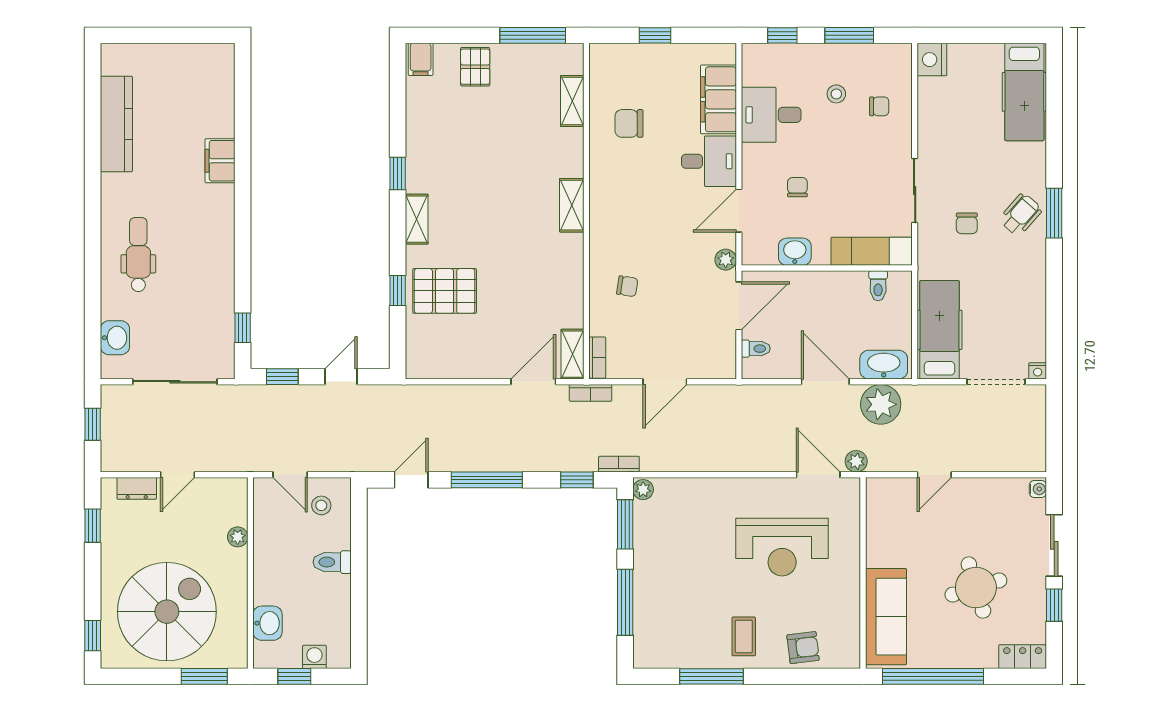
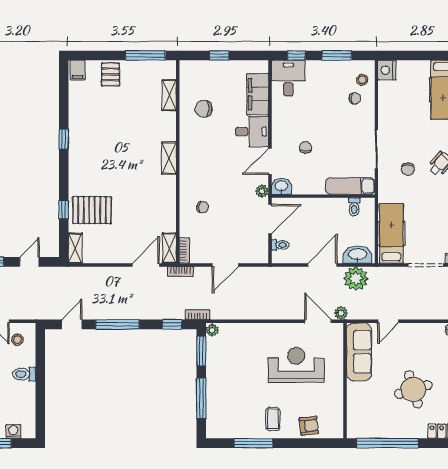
stool: (836, 94) -> (362, 80), moved
desk: (771, 115) -> (288, 78), moved, turned 90
shelving: (417, 219) -> (75, 248), moved
washbasin: (795, 252) -> (281, 186), moved
door: (825, 382) -> (322, 265), hinge flipped
reception desk: (782, 547) -> (296, 365), turned 180
sofa: (886, 617) -> (359, 352), moved

